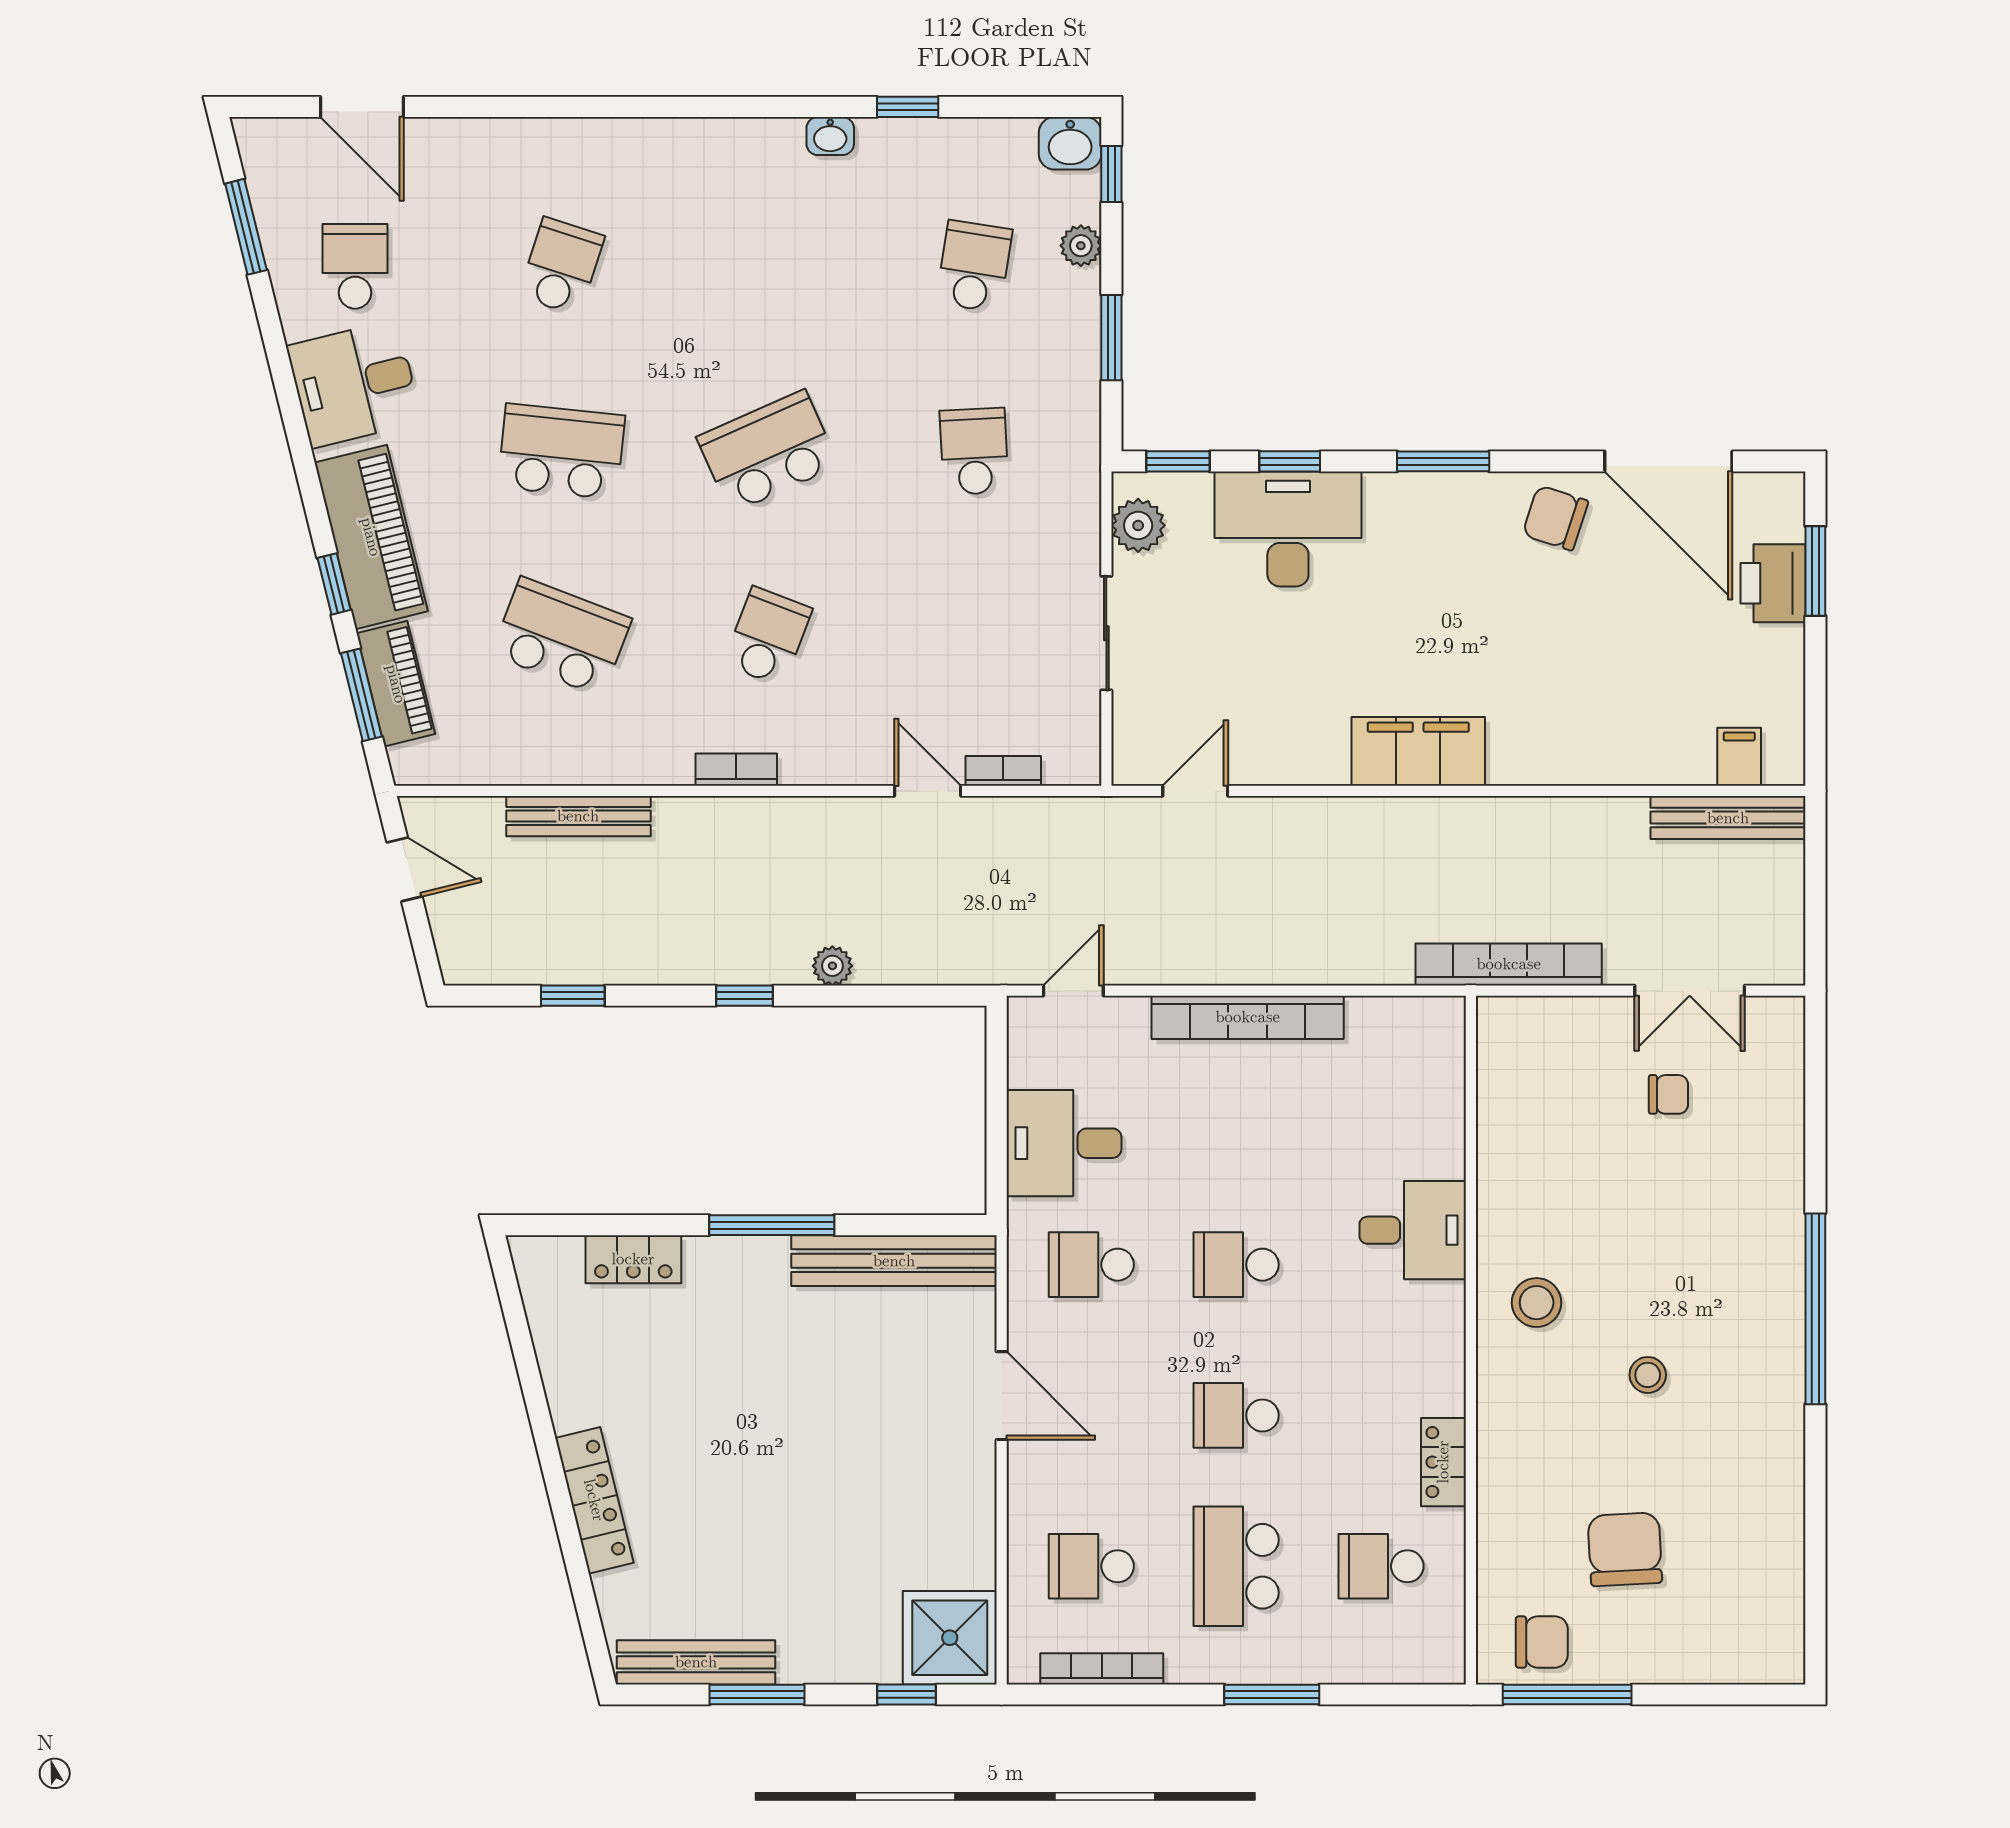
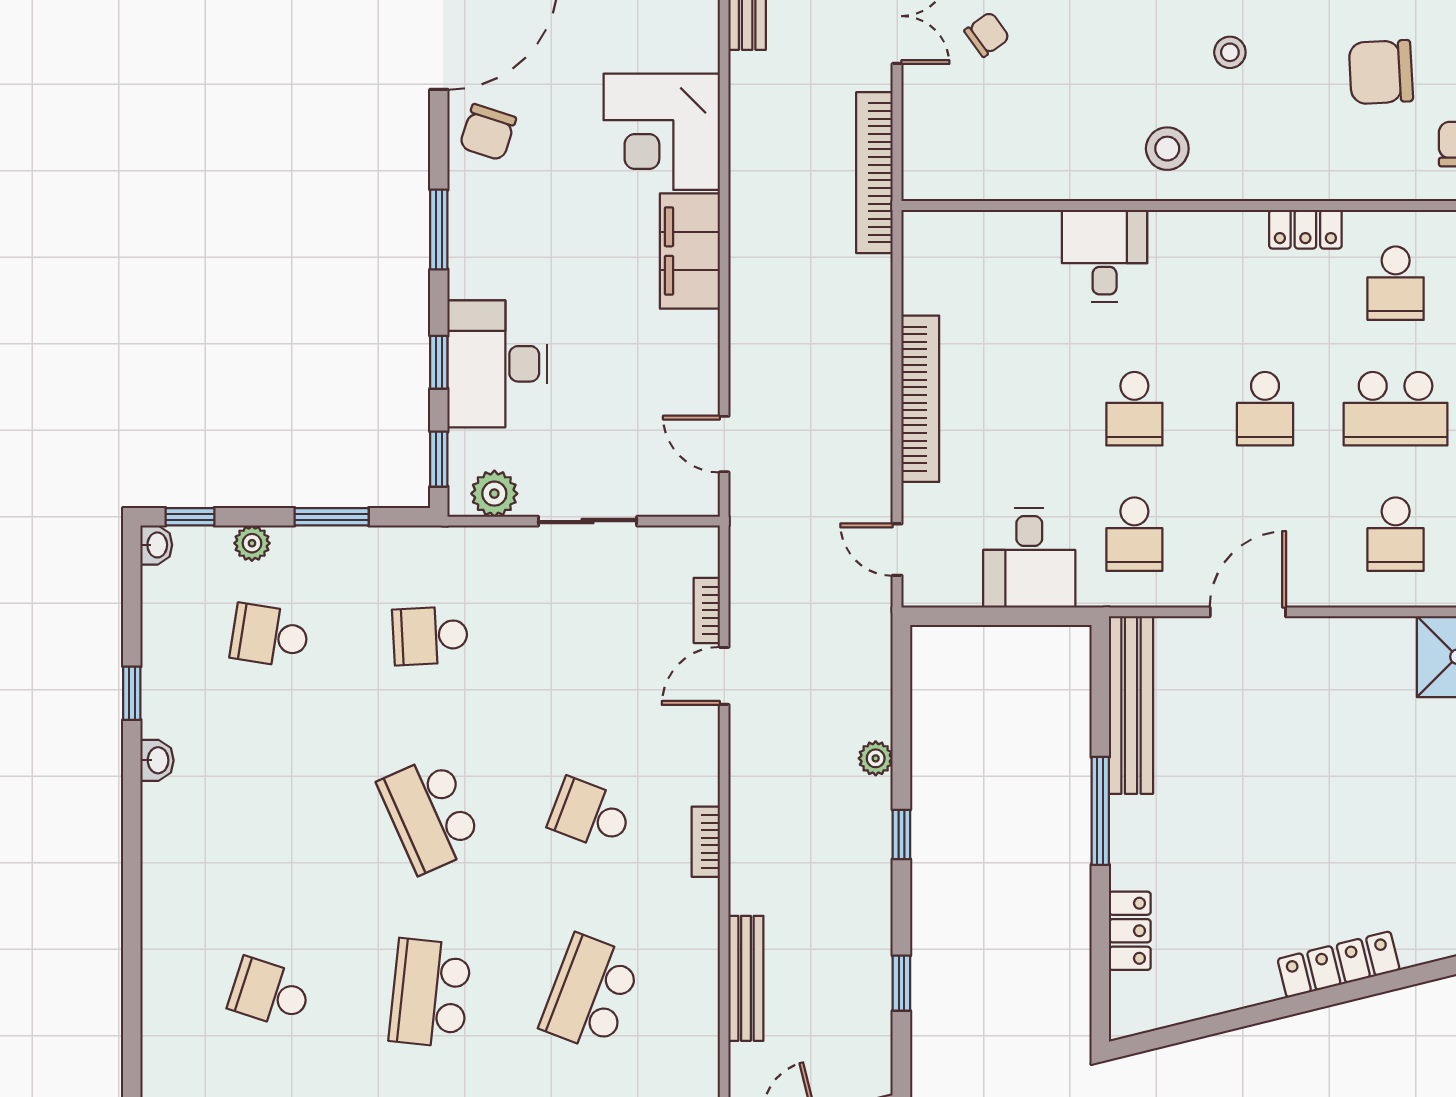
washbasin: (1070, 143) -> (156, 545), width x0.72, depth x0.69
corner desk: (1556, 719) -> (662, 132), added
chair: (1668, 1094) -> (987, 34), turned 54

